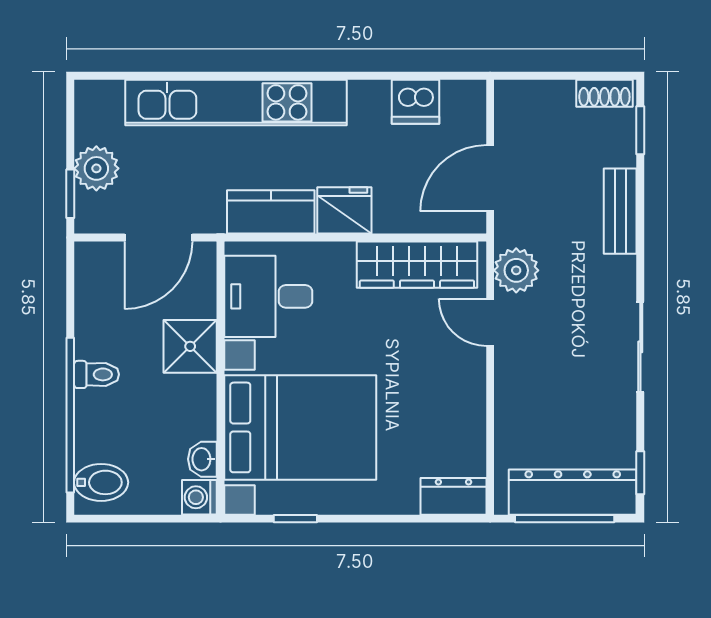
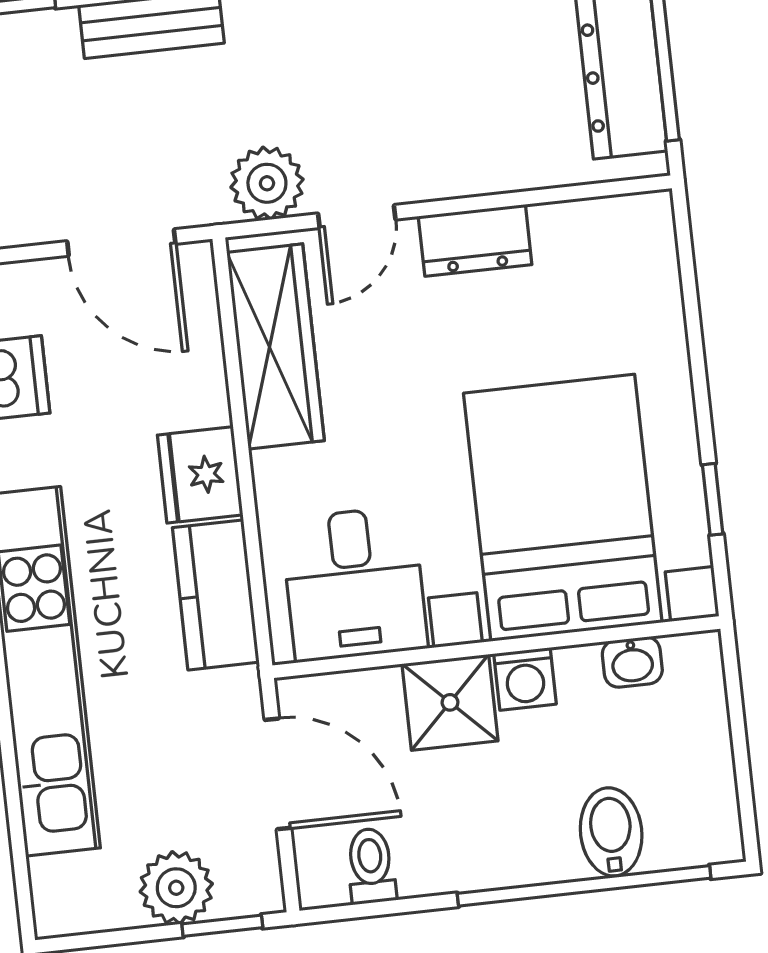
toilet: (97, 374) -> (371, 866), moved
bidet: (101, 482) -> (611, 832), moved
dresser: (453, 496) -> (475, 240), moved, turned -90
washing machine: (199, 497) -> (525, 679), moved

